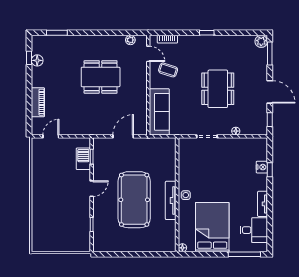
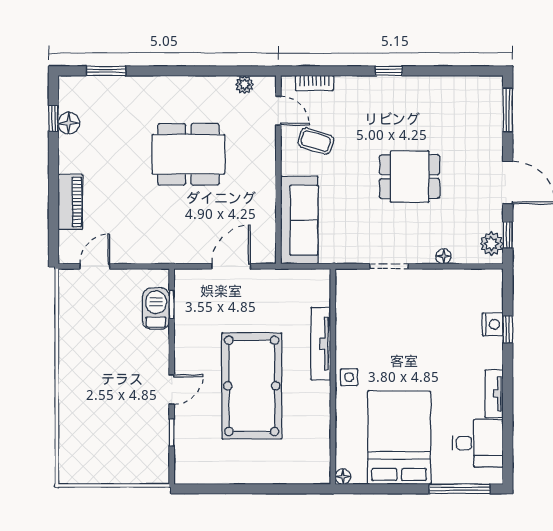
plant: (261, 41) -> (492, 244), moved
dining table: (218, 89) -> (410, 177), width x0.73
door: (92, 189) -> (172, 389), moved
tv unit: (171, 200) -> (321, 344), moved

